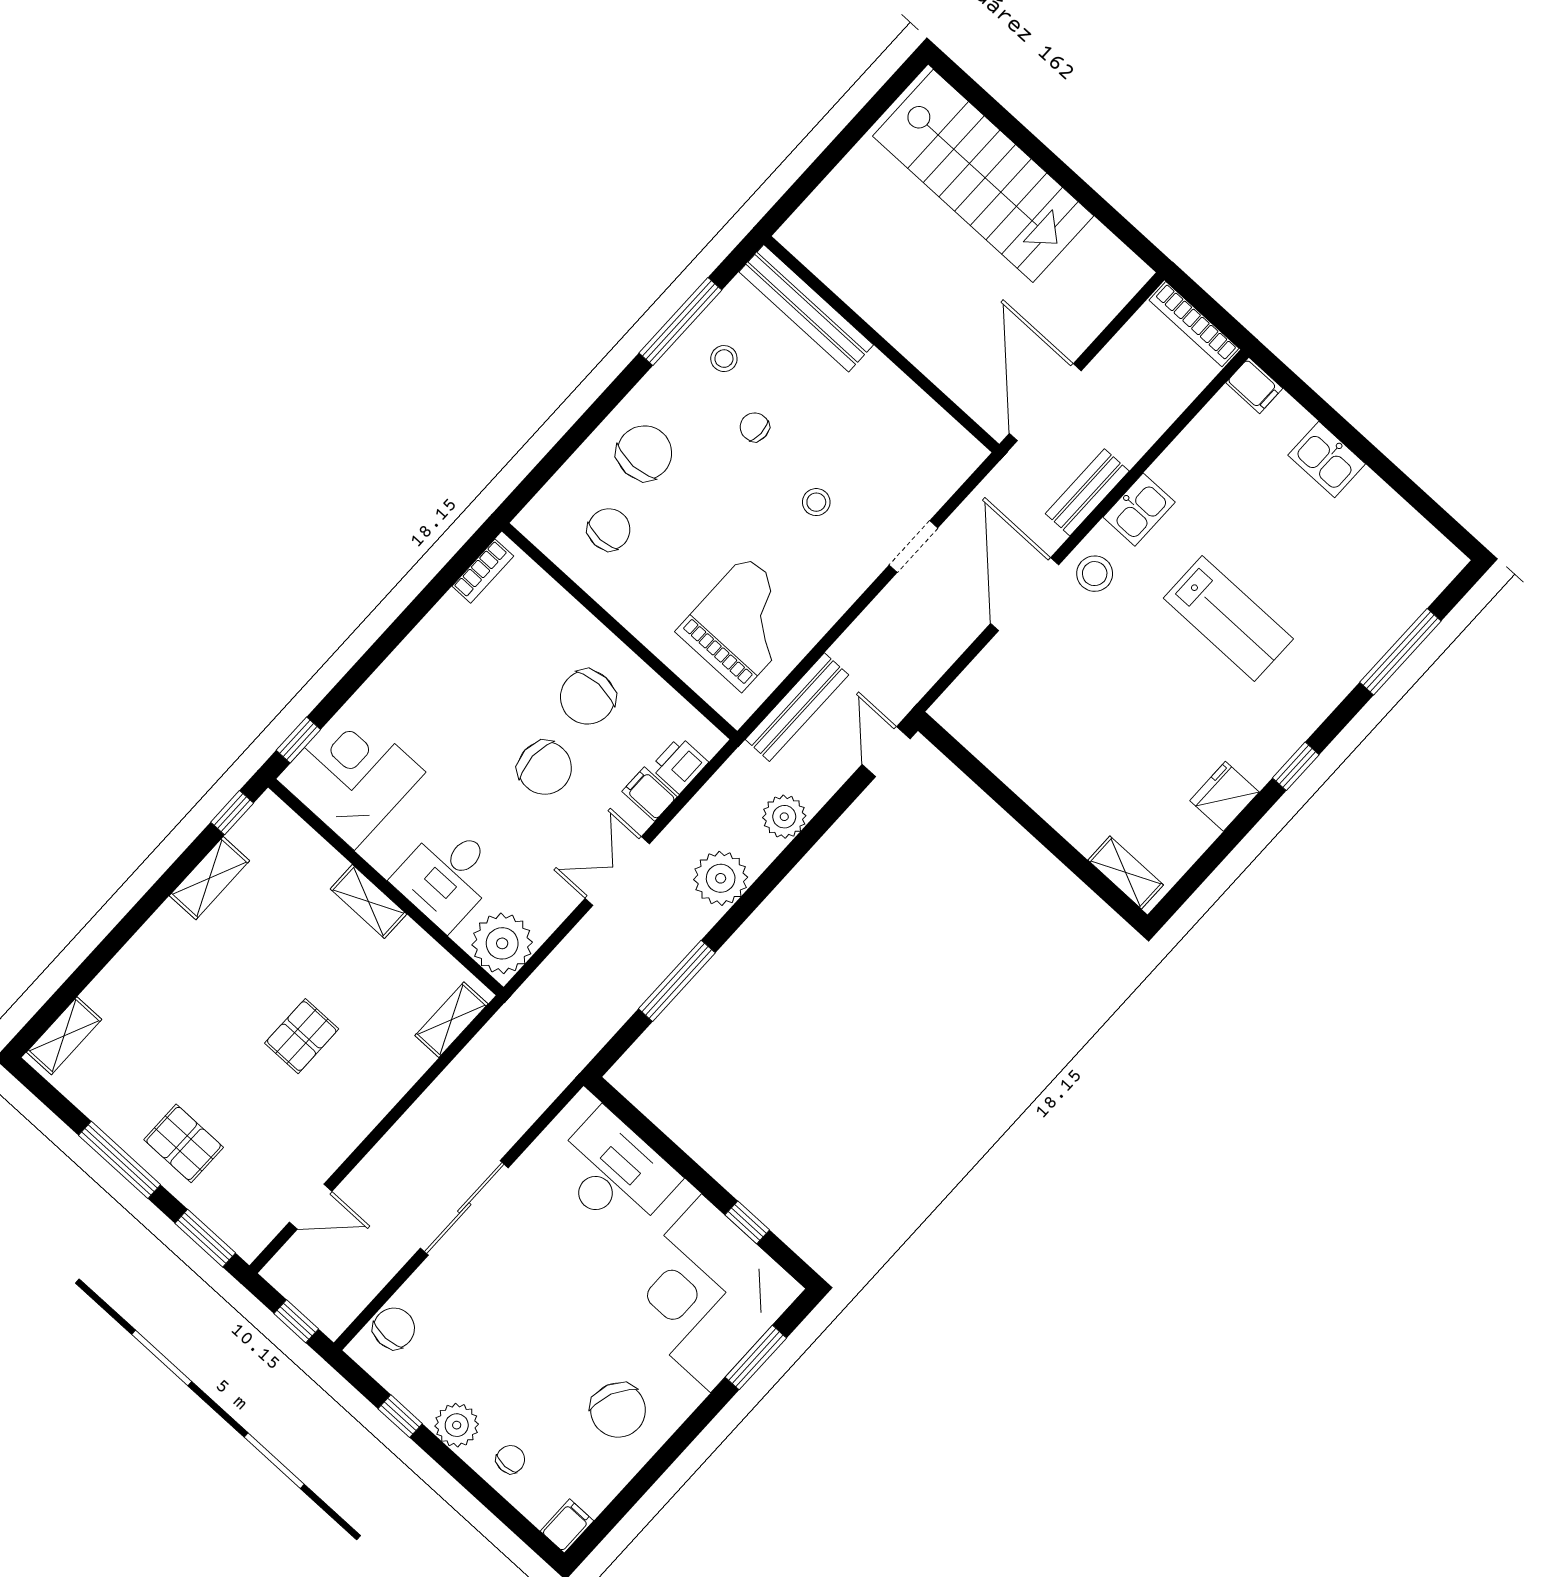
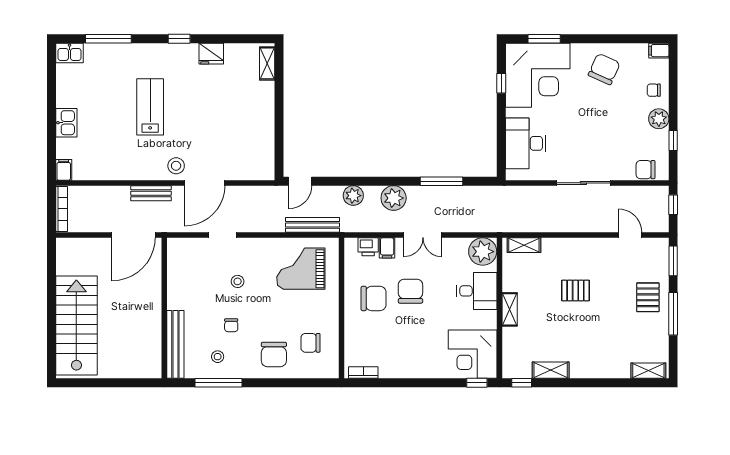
chair: (644, 453) -> (274, 354), turned -90
kitchen sink: (1139, 510) -> (69, 53), moved, turned 180

